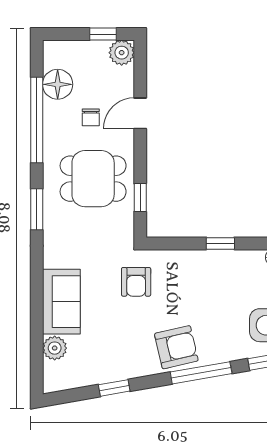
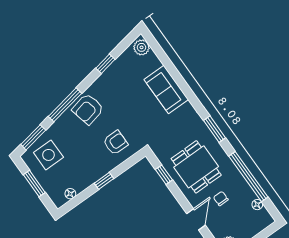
floor lamp: (58, 84) -> (257, 205), width x0.53, depth x0.53
dining table: (93, 179) -> (196, 167), turned 90
armchair: (136, 282) -> (115, 143), moved, turned 90
plant: (55, 348) -> (142, 47), moved

